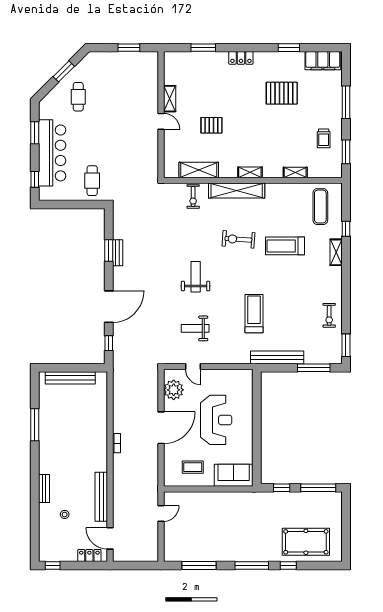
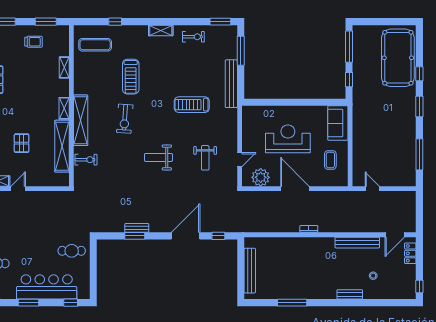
shelving: (199, 170) -> (62, 146), width x1.47
shelving: (336, 252) -> (161, 30), moved
door: (109, 307) -> (186, 236), hinge flipped
pool table: (306, 542) -> (398, 58), width x1.36, depth x1.32
window: (252, 566) -> (419, 107), width x0.69

